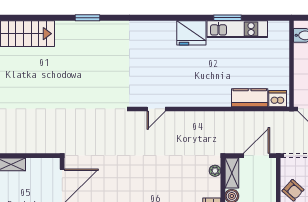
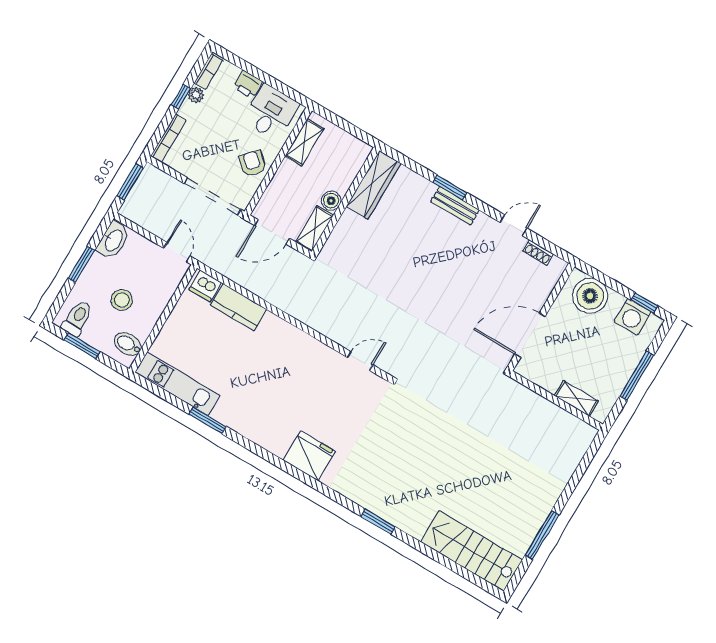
kitchen unit: (237, 29) -> (178, 384), moved
fridge: (191, 33) -> (309, 456), moved
plant: (215, 171) -> (333, 244), removed

